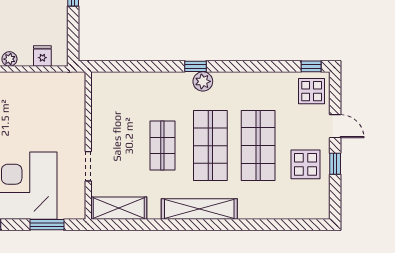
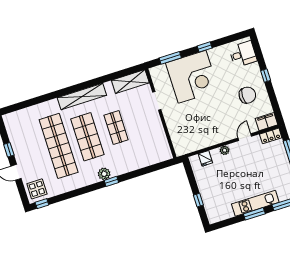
shop shelf: (258, 146) -> (59, 146), width x1.40
display table: (305, 164) -> (27, 144), removed

